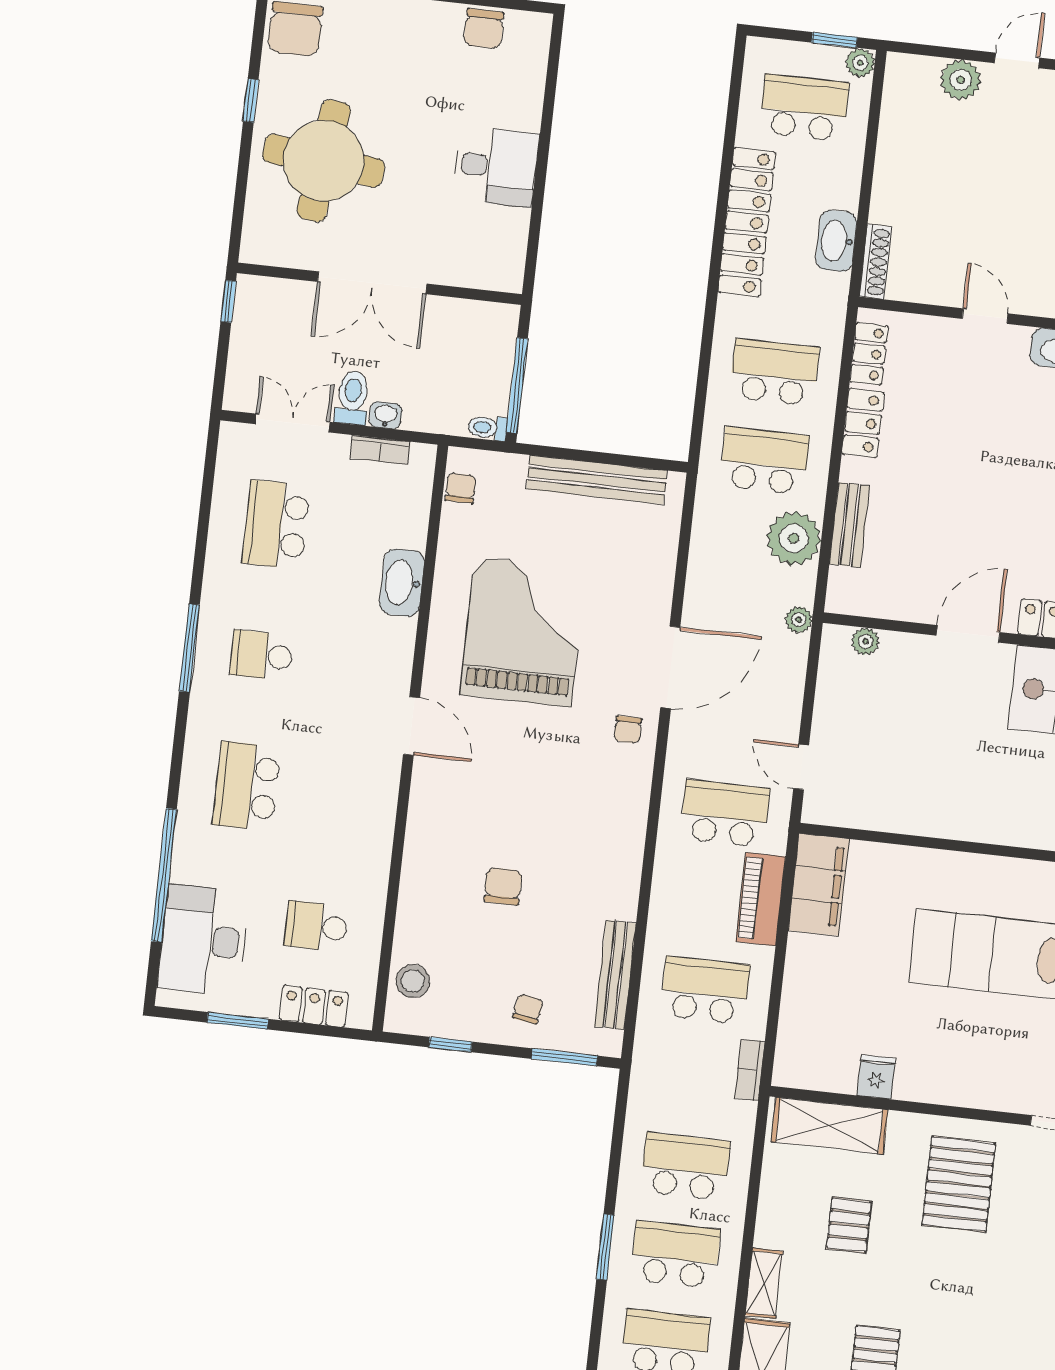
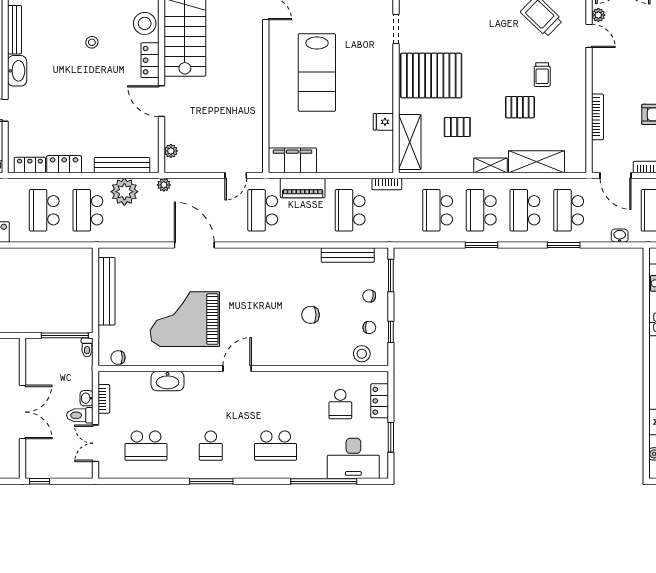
bench: (849, 525) -> (122, 165), width x1.36
chair: (628, 730) -> (369, 327), moved
pallet: (959, 1184) -> (431, 76), width x1.37, depth x1.41

